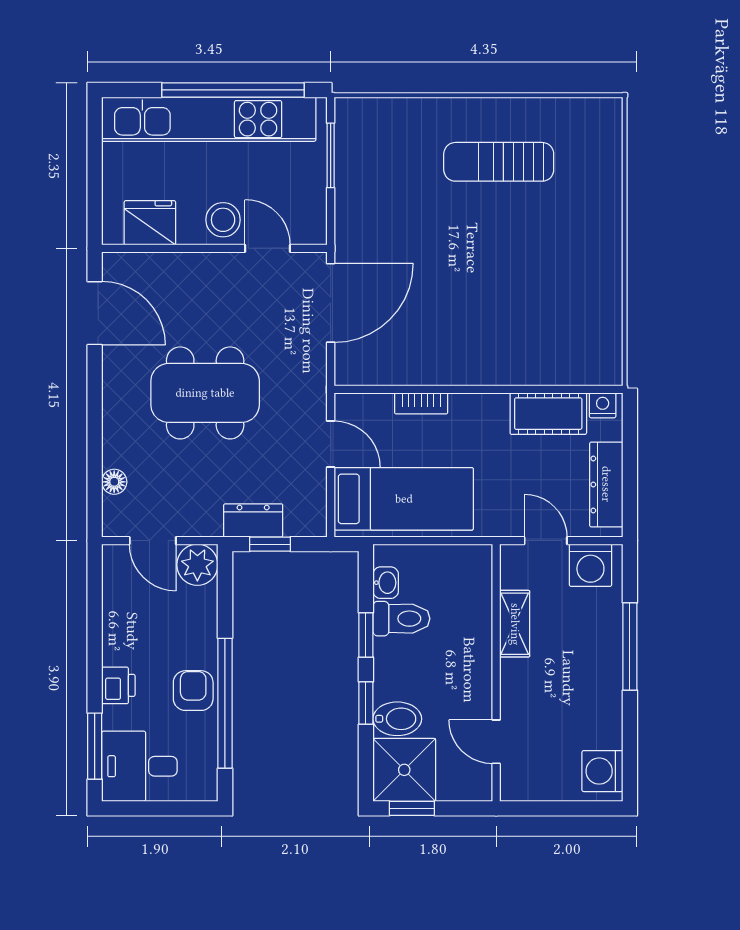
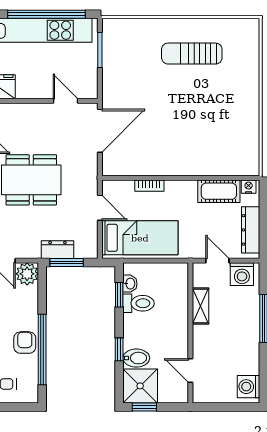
stool: (223, 220) -> (41, 85), removed
window: (270, 544) -> (67, 263), width x1.50
window: (366, 635) -> (119, 295), moved

